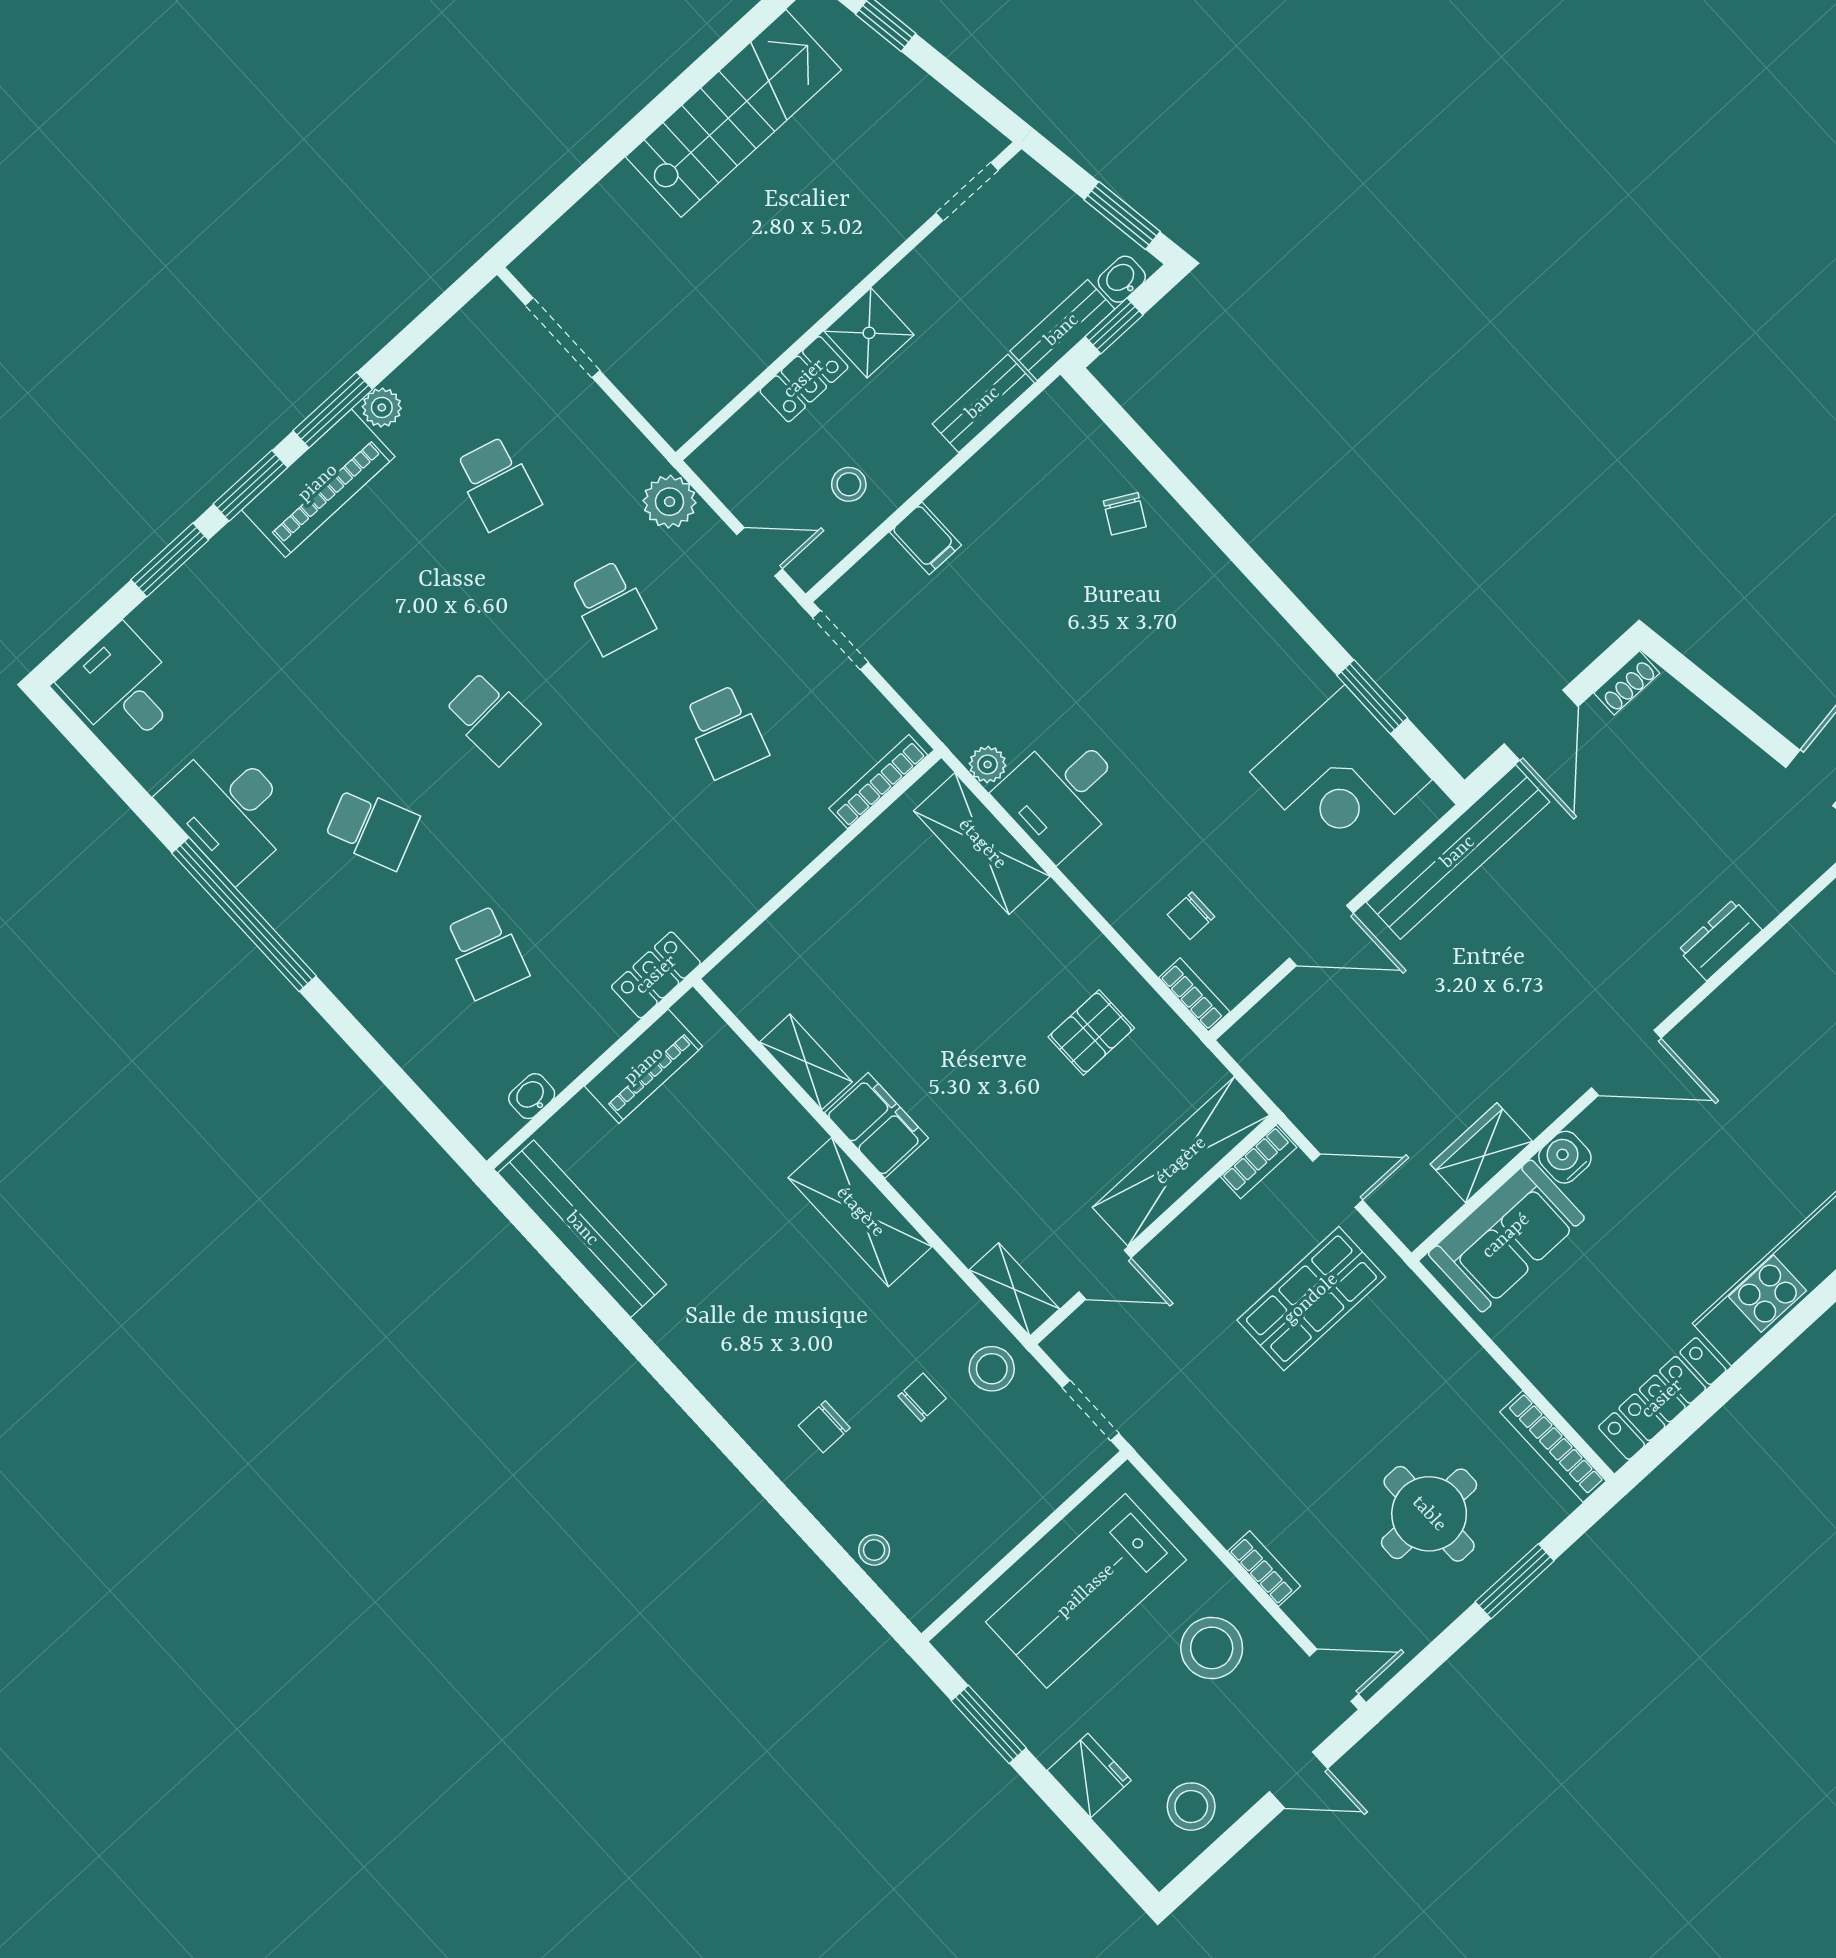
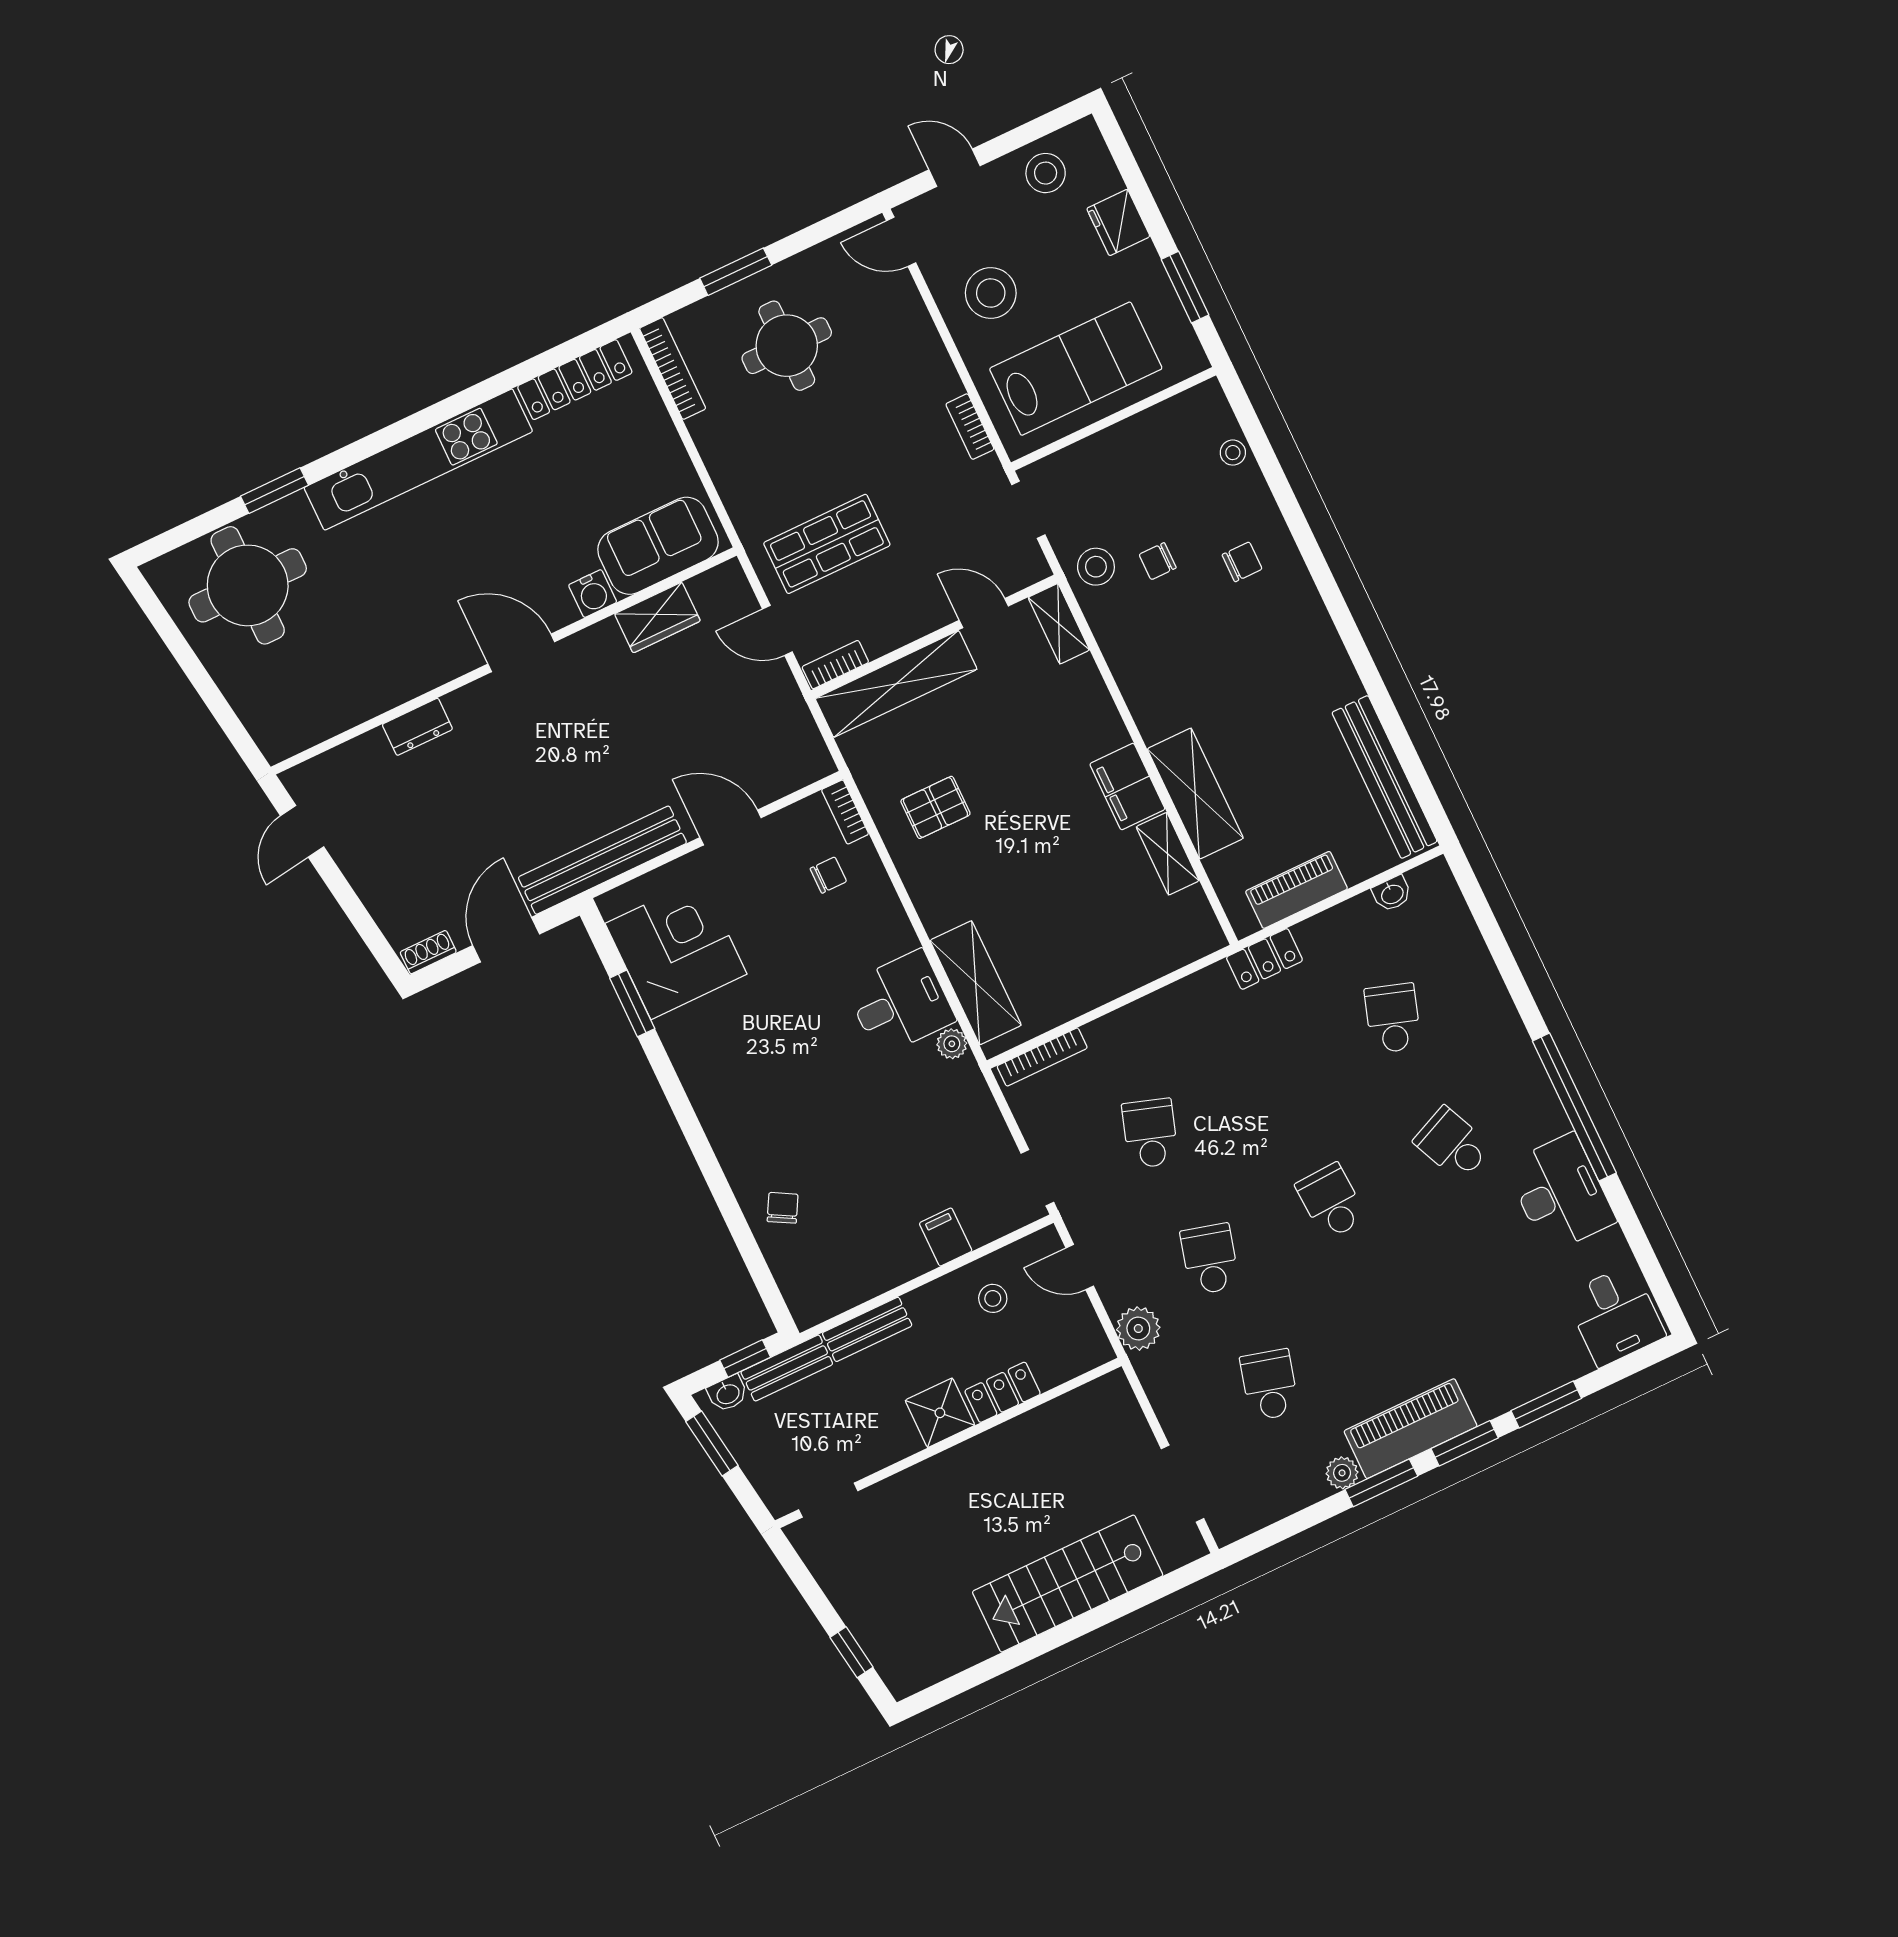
stairs: (733, 113) -> (1068, 1584), moved
shelving: (860, 1212) -> (1195, 794), moved
bookcase: (1264, 1569) -> (970, 427), moved

